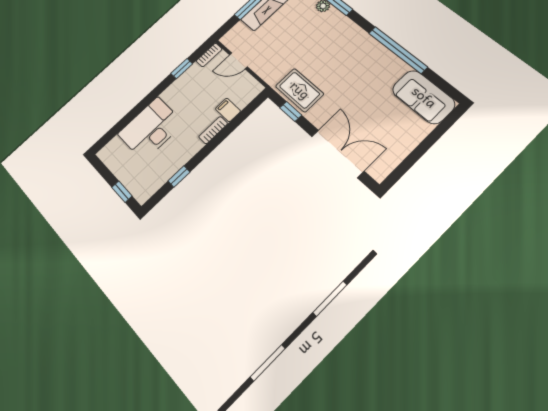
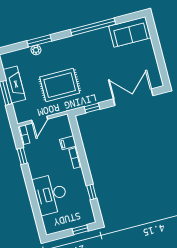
rug: (300, 90) -> (60, 85), moved, width x1.36, depth x1.43

